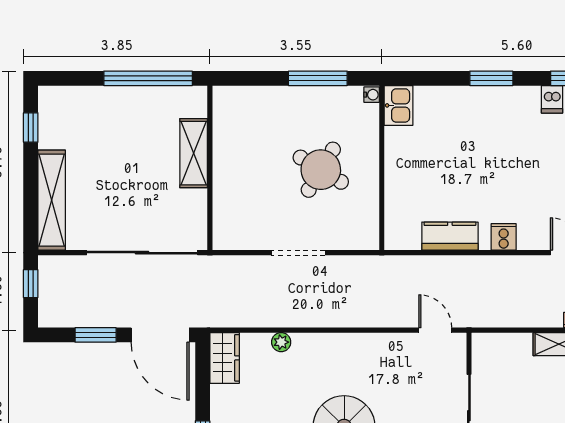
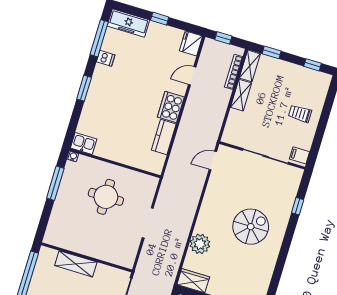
round table: (321, 170) -> (106, 197), turned -31
cooker: (504, 237) -> (171, 107), width x1.87, depth x1.31
plant: (281, 342) -> (200, 244), width x1.88, depth x1.88

